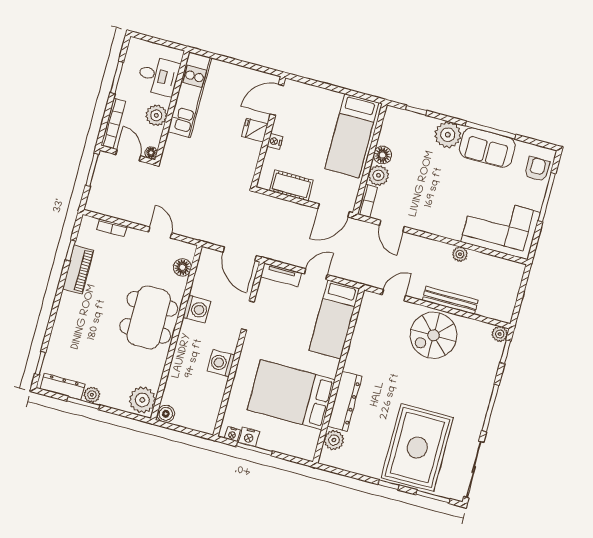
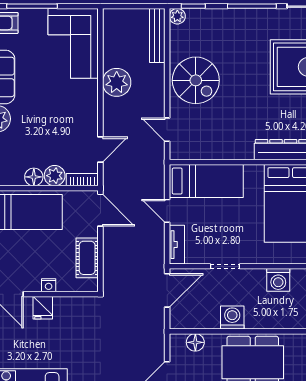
plant: (460, 254) -> (117, 82), width x1.87, depth x1.87
bench: (450, 300) -> (157, 35), moved

